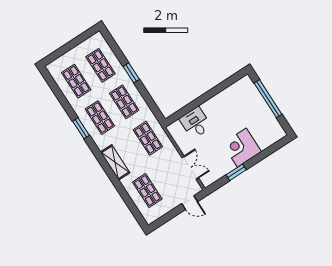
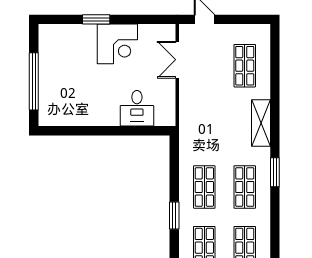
window: (81, 128) -> (275, 172), moved
shop shelf: (148, 138) -> (204, 126), removed
corner desk: (242, 148) -> (117, 44), moved
window: (236, 172) -> (96, 19), moved

